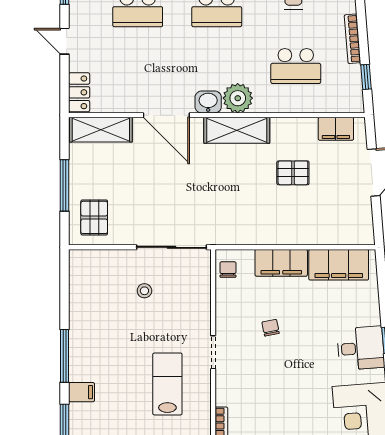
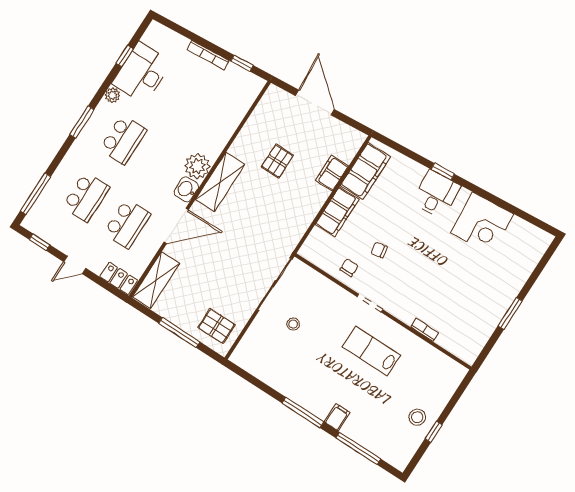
school desk: (296, 66) -> (127, 224), moved
filing cabinet: (336, 129) -> (332, 173), moved, turned 180
chair: (228, 269) -> (349, 268), moved, turned 90

